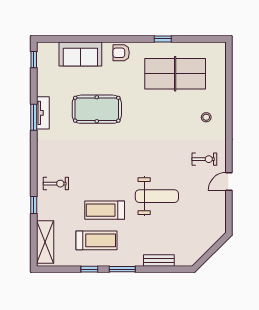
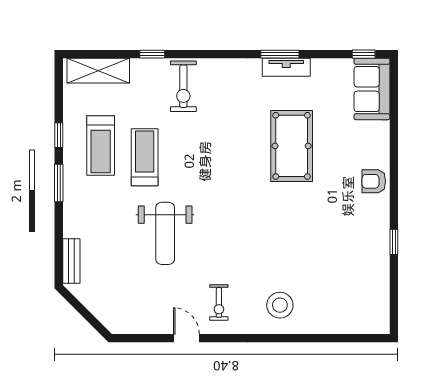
armchair: (121, 53) -> (374, 181), turned -90
sofa: (80, 54) -> (372, 89), moved
table tennis table: (175, 74) -> (343, 260), removed
stool: (206, 117) -> (280, 305), width x1.89, depth x1.89
exercise bike: (56, 184) -> (183, 86), width x1.38, depth x1.39
bench: (159, 261) -> (71, 261), moved

